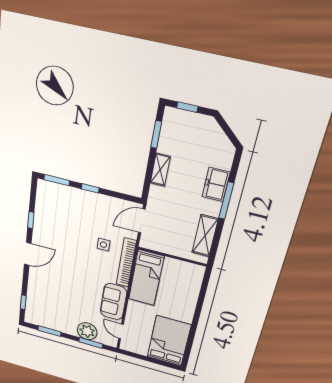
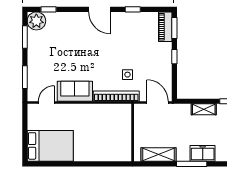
piano: (54, 190) -> (165, 27), added
bed: (146, 278) -> (107, 115), removed
plant: (87, 331) -> (36, 21), moved

